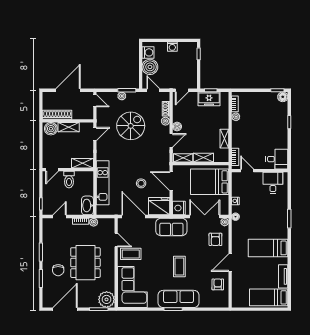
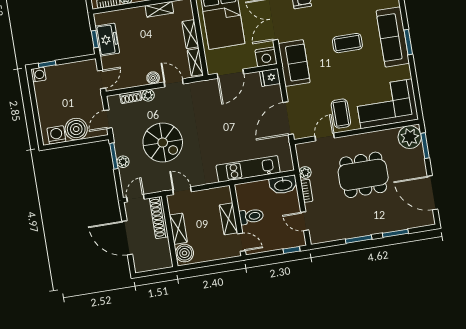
washing machine: (172, 47) -> (38, 75), moved
door: (182, 90) -> (102, 79), hinge flipped
shoe rack: (57, 115) -> (159, 218), moved
spiral stairs: (131, 126) -> (163, 143), turned 180
shelving: (82, 163) -> (228, 219), moved
stool: (141, 183) -> (240, 115), removed
fridge: (159, 206) -> (270, 77), width x0.53, depth x0.75
chair: (58, 270) -> (380, 211), removed

